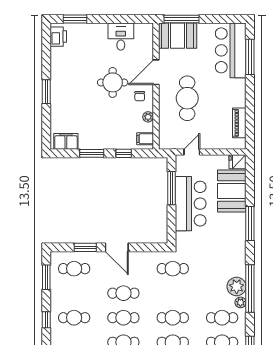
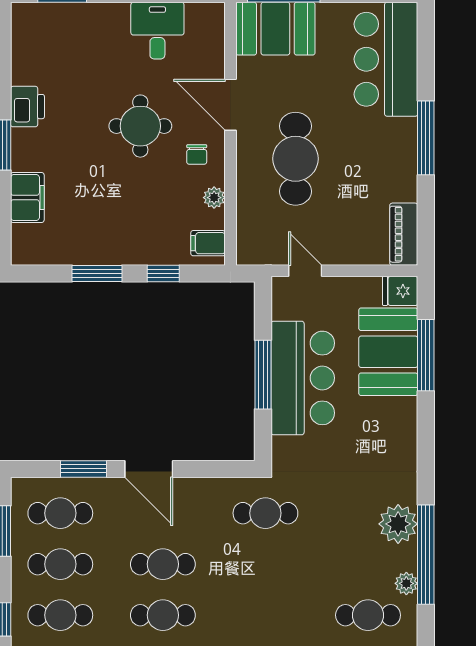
printer: (58, 37) -> (27, 107), moved
window: (250, 57) -> (426, 138), moved
door: (156, 72) -> (230, 105), hinge flipped
piano: (239, 123) -> (404, 234), moved
filing cabinet: (66, 141) -> (27, 197), moved, turned 90
door: (192, 152) -> (305, 271), hinge flipped
window: (172, 188) -> (263, 375), moved
window: (250, 223) -> (426, 355), moved
plant: (237, 286) -> (398, 524), moved
cafe table: (173, 318) -> (60, 564), moved

